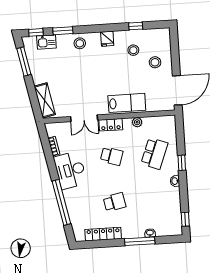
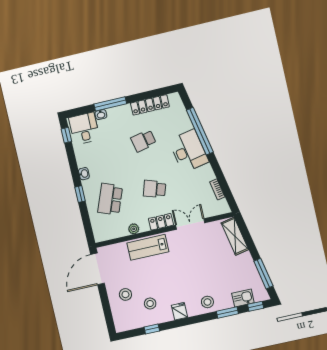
desk: (70, 170) -> (189, 151), moved
desk: (168, 223) -> (84, 128), added

